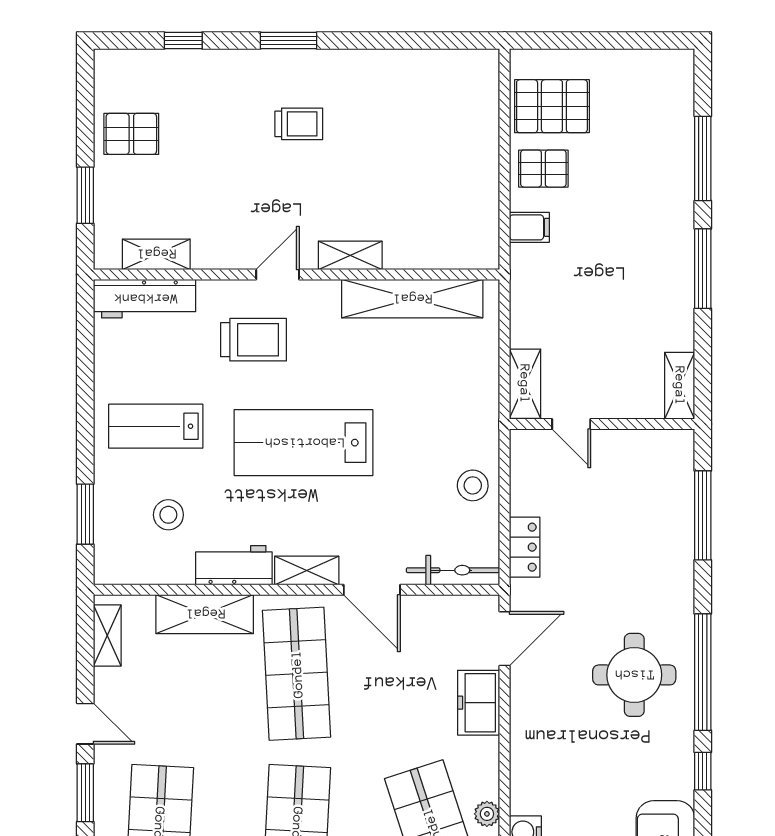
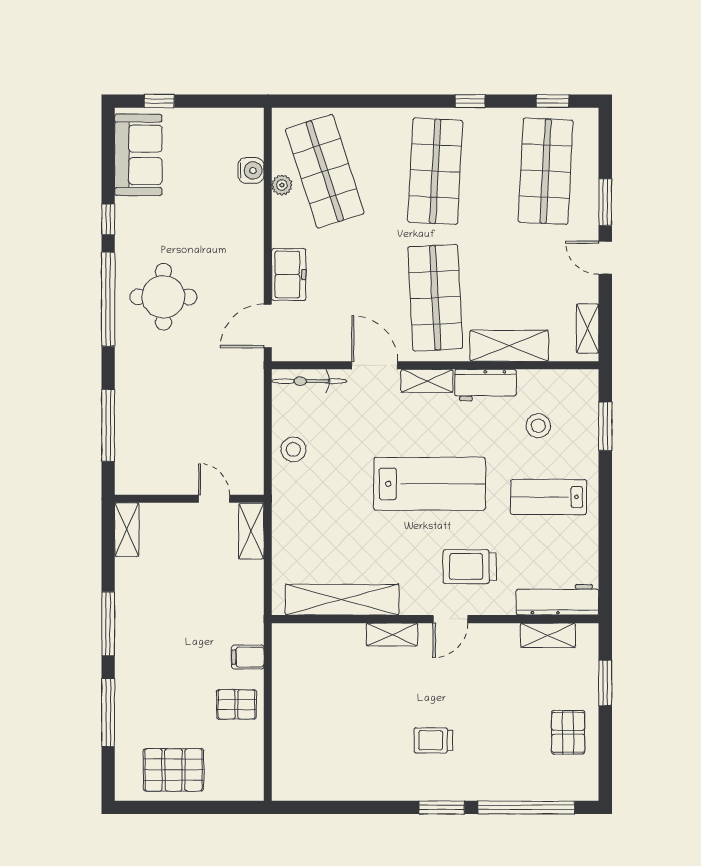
window: (183, 41) -> (526, 807), width x3.17
pallet: (552, 106) -> (173, 770), moved
pallet: (131, 134) -> (568, 732), turned 90
lab bench: (156, 426) -> (548, 497), turned 180
locker: (525, 547) -> (252, 400), removed

